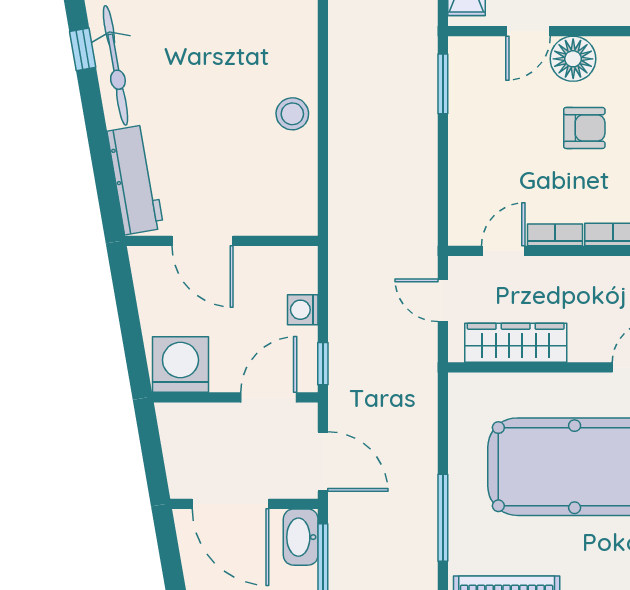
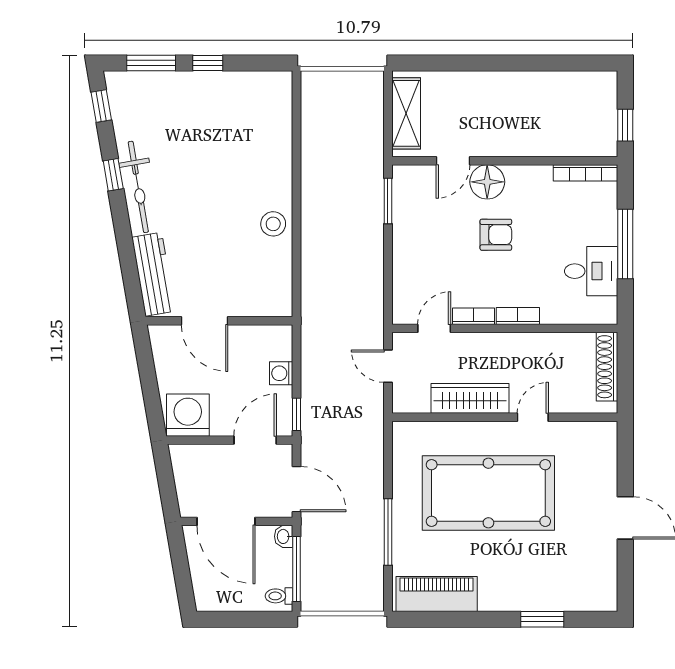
wardrobe: (516, 343) -> (470, 398), moved
washbasin: (301, 537) -> (284, 536), width x0.52, depth x0.69

